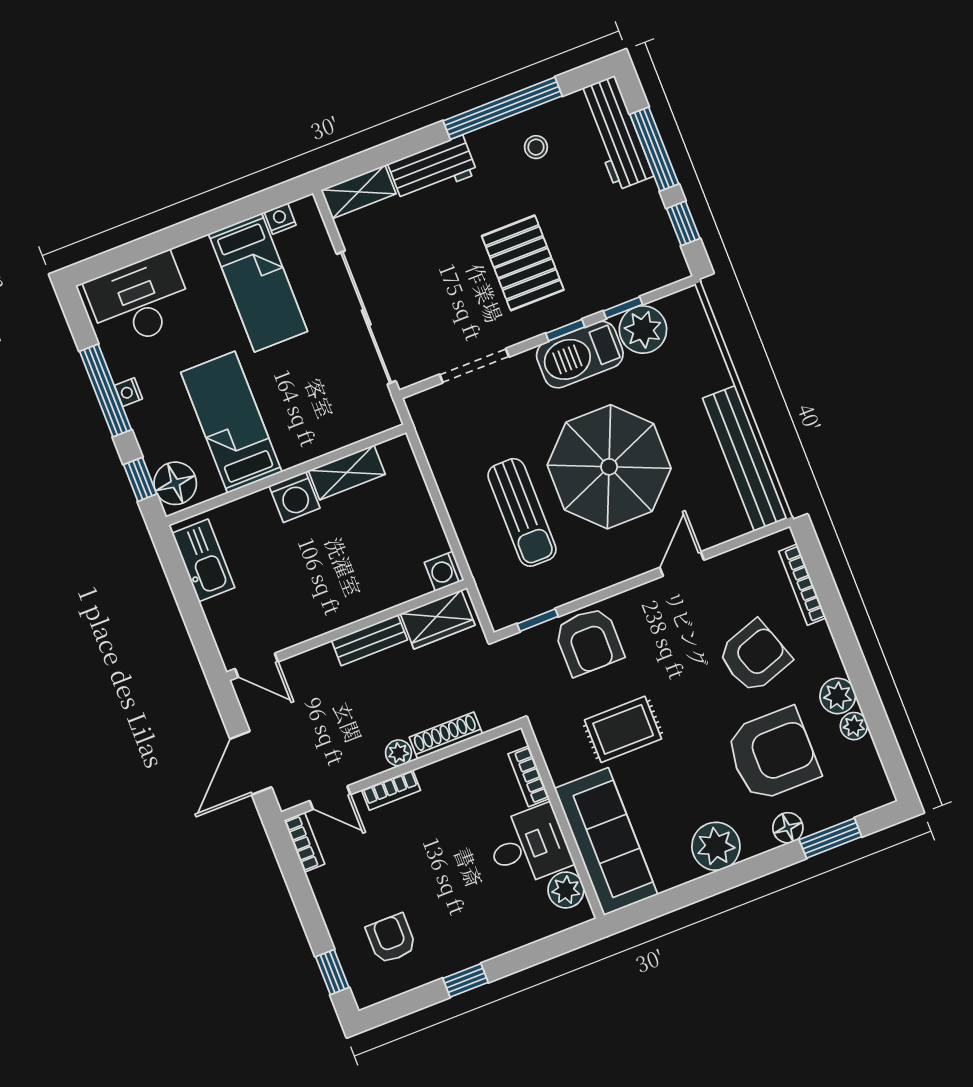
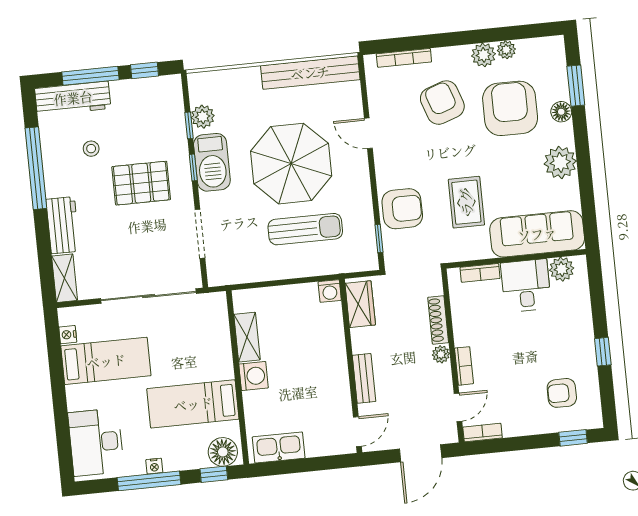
stool: (536, 147) -> (91, 149), moved
plant: (643, 330) -> (203, 117), width x0.73, depth x0.73
bench: (369, 640) -> (364, 378), moved
door: (251, 763) -> (421, 453), hinge flipped

